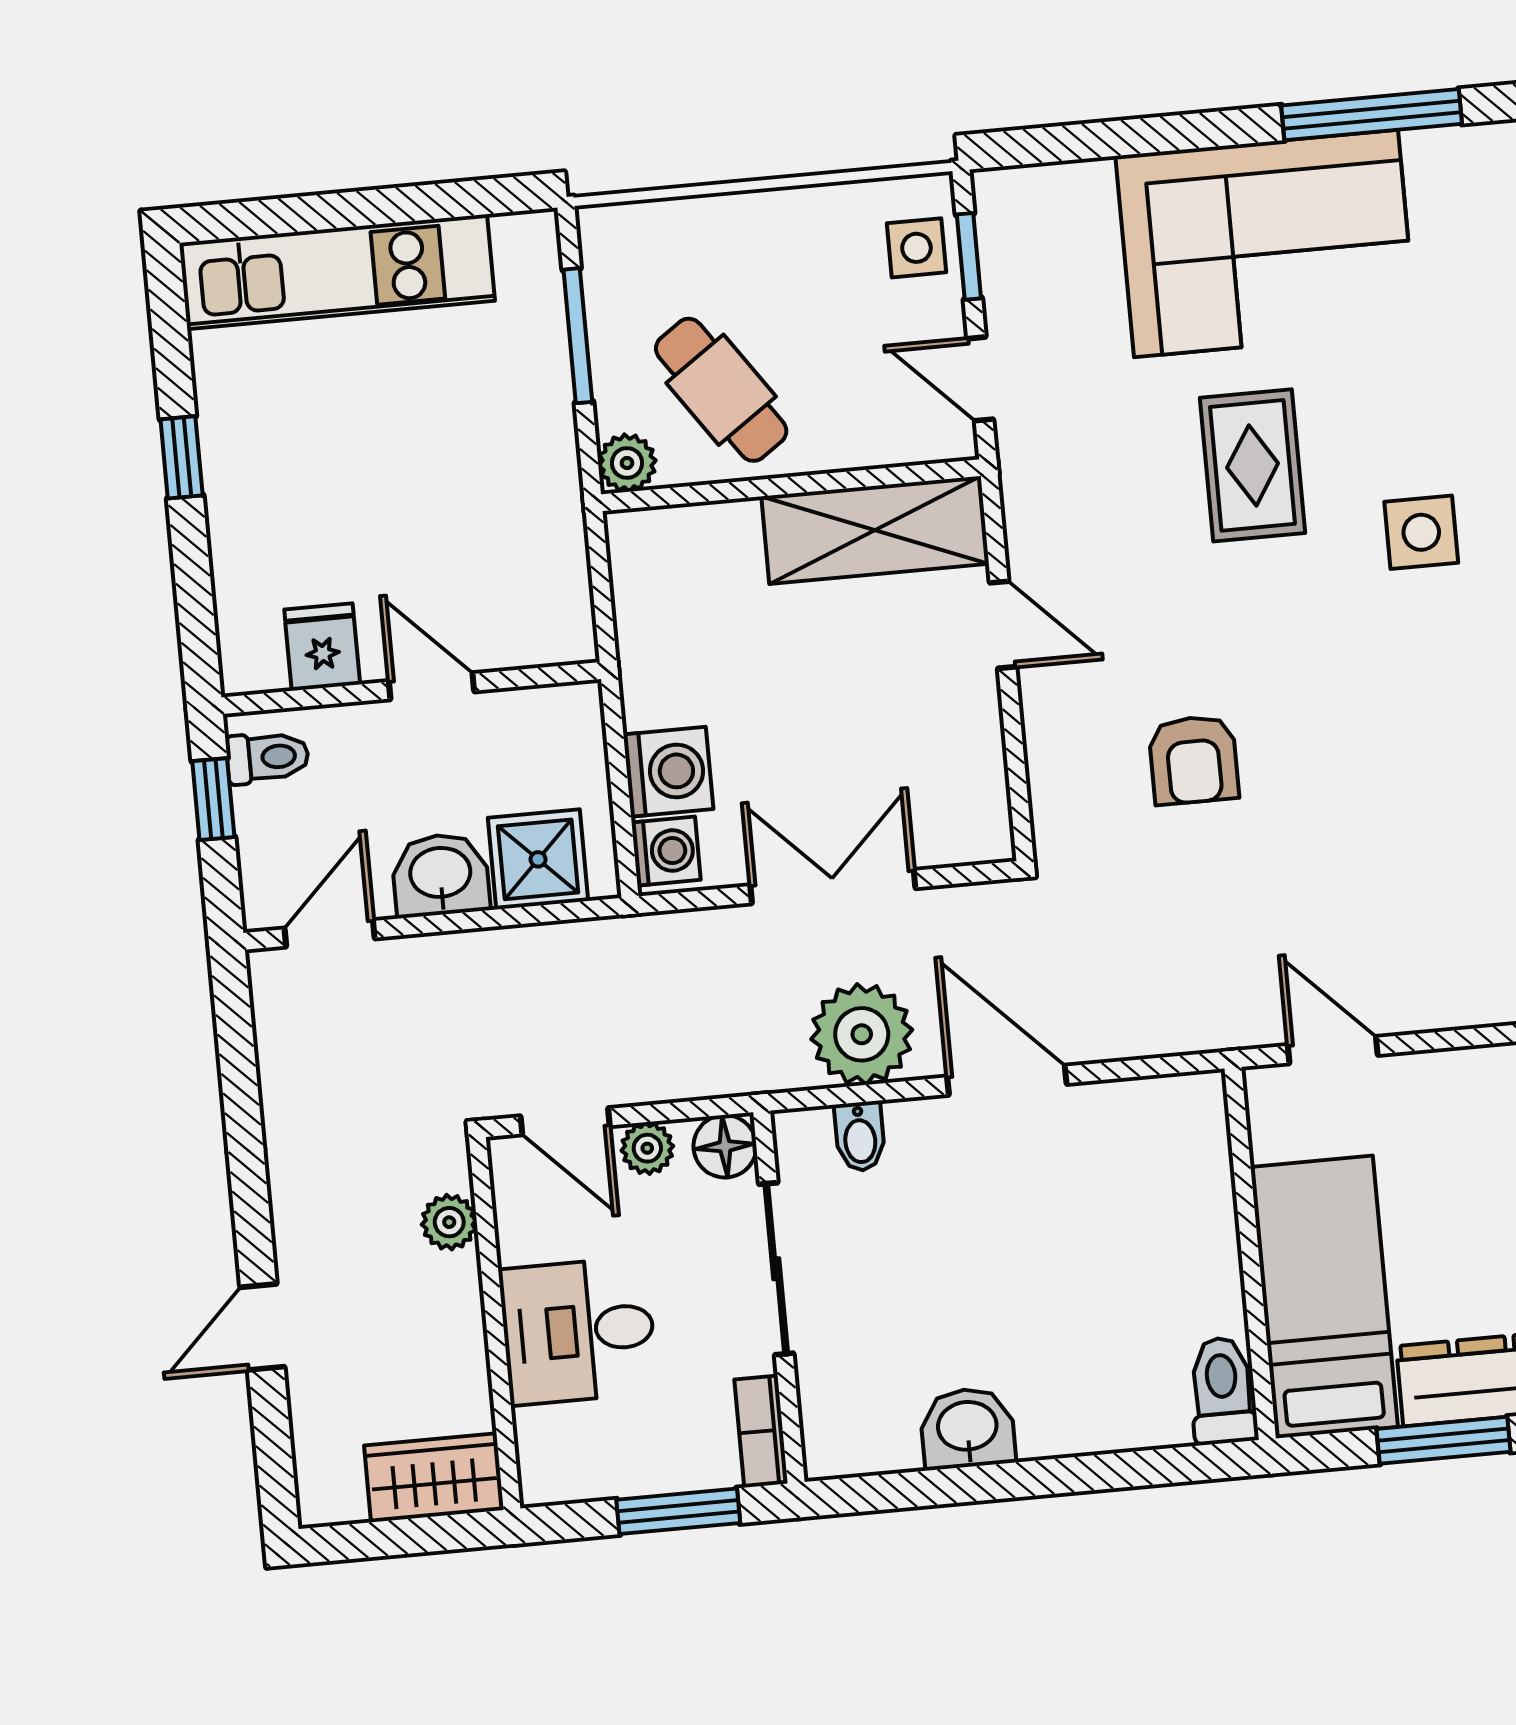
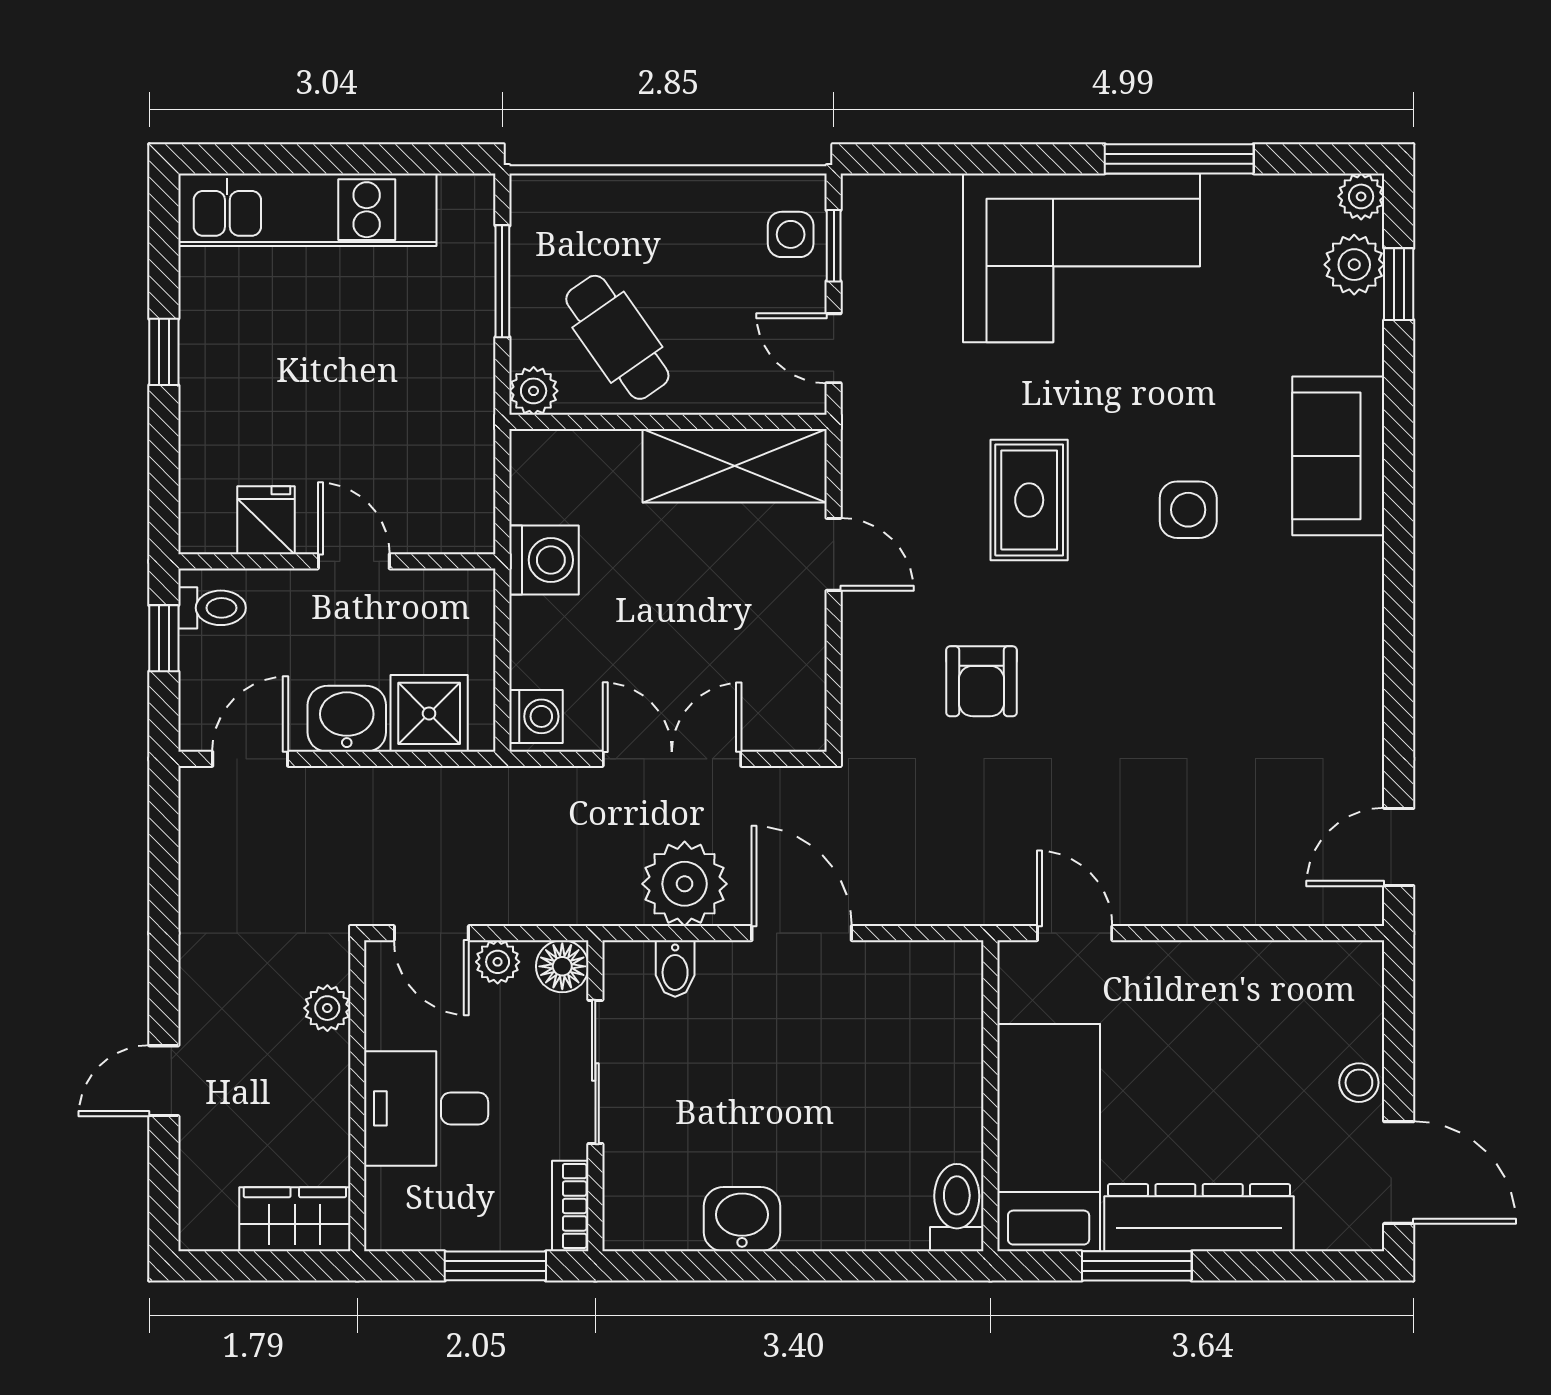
rug: (1253, 465) -> (1029, 500), moved
washing machine: (668, 772) -> (544, 560), moved

